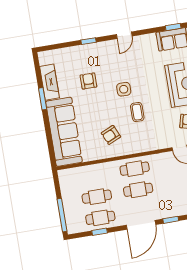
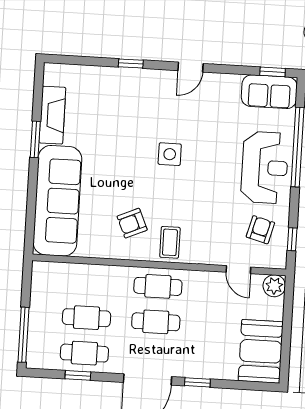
armchair: (88, 81) -> (116, 128), removed
coffee table: (137, 112) -> (170, 242), moved

